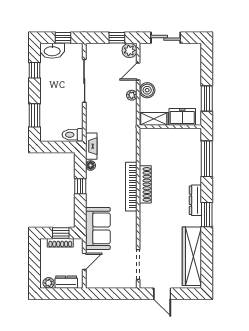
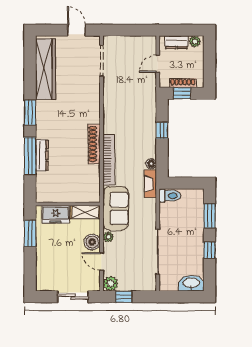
window: (63, 38) -> (180, 297), removed
window: (34, 70) -> (210, 250), moved
door: (138, 72) -> (102, 262), swing flipped
window: (207, 159) -> (30, 156), moved
window: (80, 186) -> (162, 130), moved
bookcase: (131, 187) -> (109, 160), moved
dresser: (195, 200) -> (42, 155), moved
sofa: (98, 228) -> (116, 208), moved, turned 180

